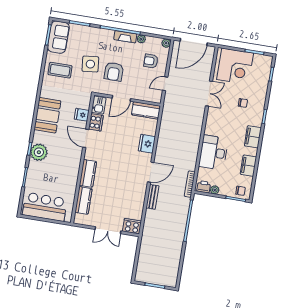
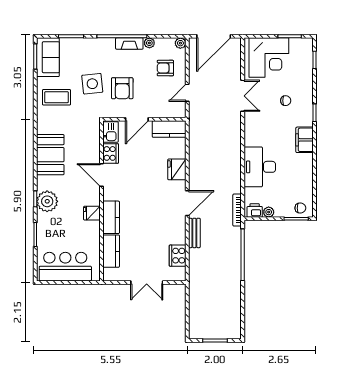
fridge: (82, 115) -> (92, 213), moved
filing cabinet: (248, 166) -> (305, 176), removed
cooker: (132, 226) -> (178, 256), moved, turned -90

